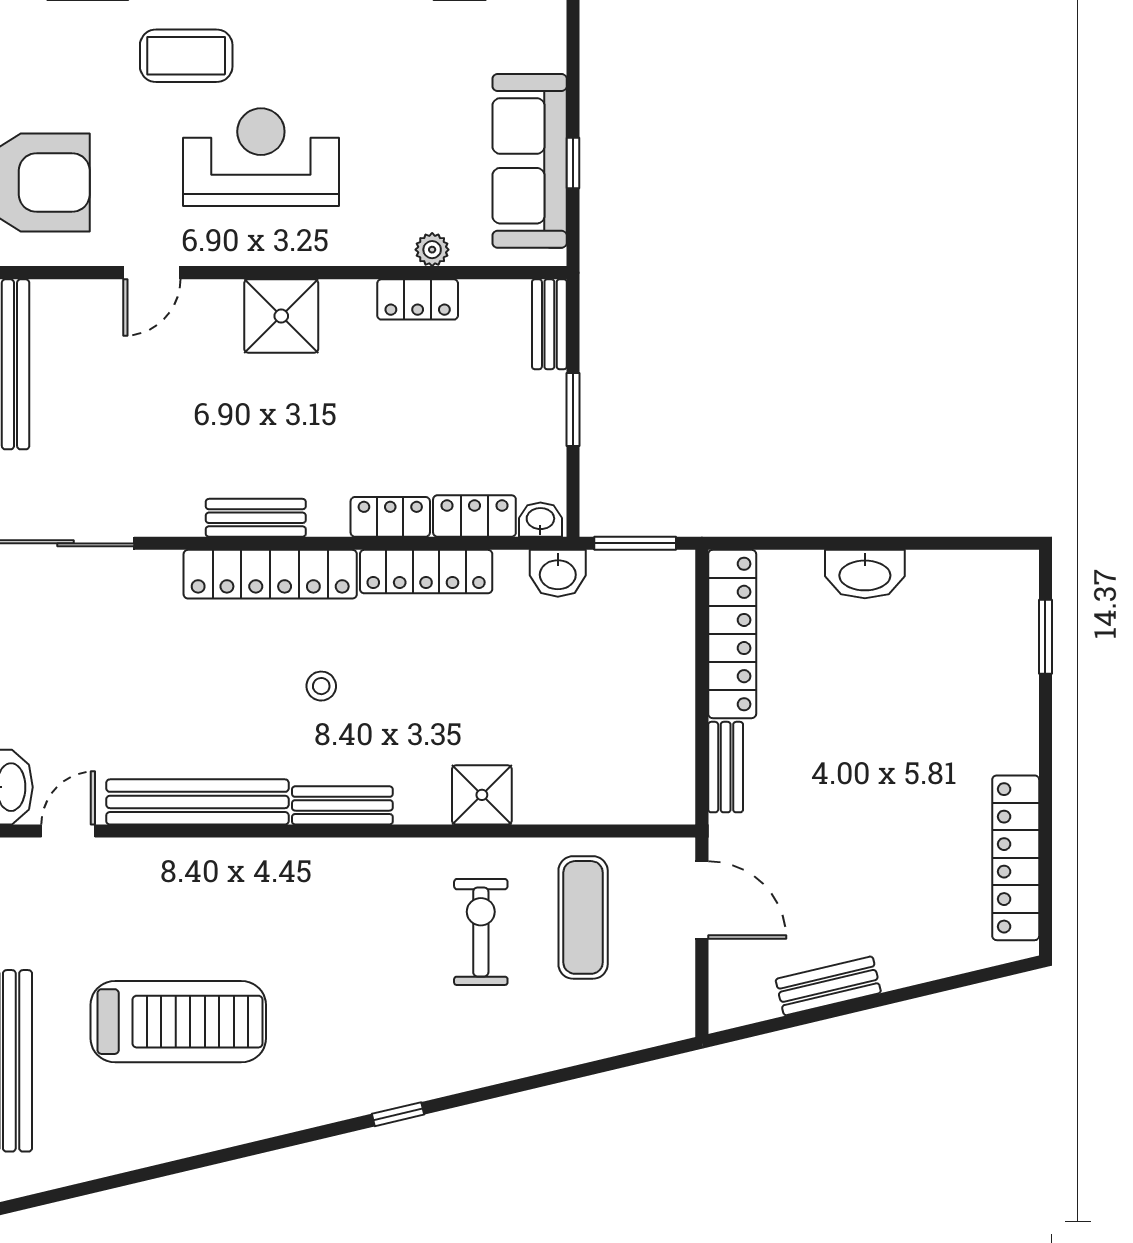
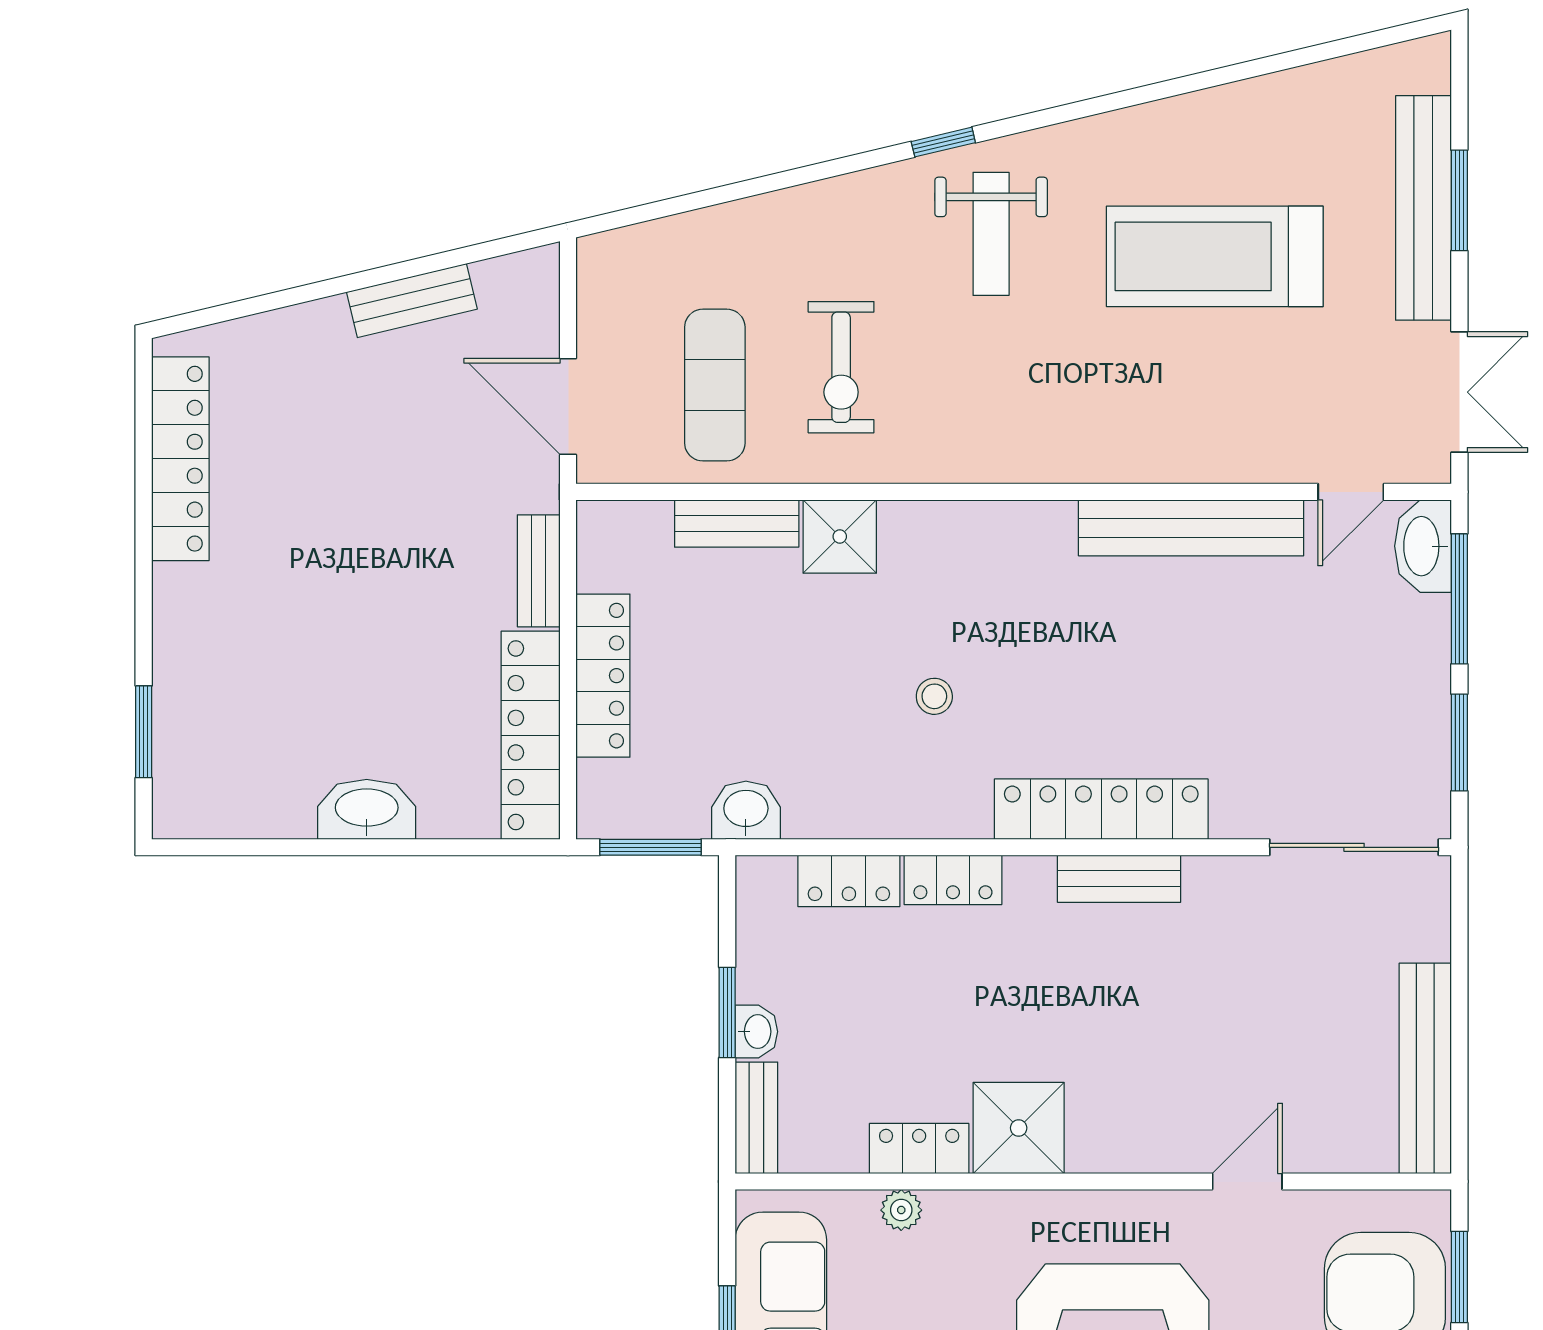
shower: (281, 316) -> (1019, 1128), moved
washbasin: (540, 520) -> (756, 1032), moved, turned -90
locker: (426, 572) -> (603, 676), moved, turned 90
stool: (321, 686) -> (934, 696), moved
bench: (342, 805) -> (737, 523), moved
weight bench: (359, 1040) -> (991, 234), added

